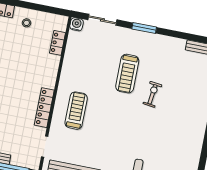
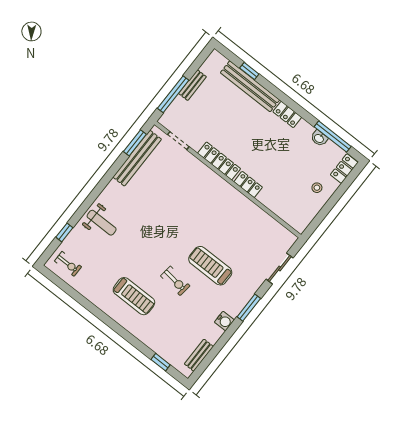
water cooler: (77, 24) -> (224, 321), moved
locker: (57, 43) -> (248, 184), moved
treadmill: (76, 111) -> (134, 296), moved

